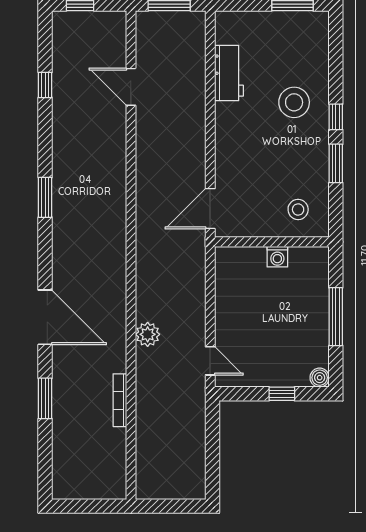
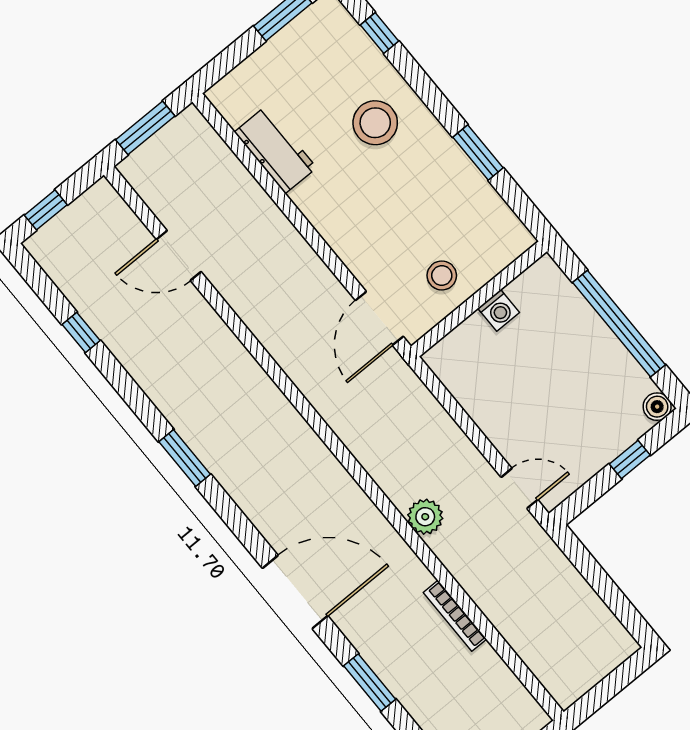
window: (336, 117) -> (379, 33), moved
stool: (298, 209) -> (442, 275), moved
window: (336, 317) -> (619, 324), width x1.46

